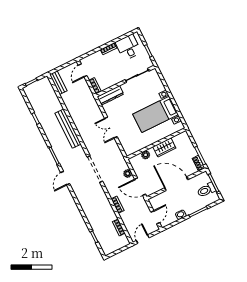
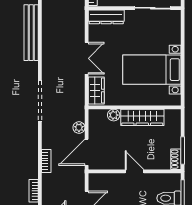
double door: (111, 128) -> (87, 58), swing flipped
wardrobe: (127, 145) -> (96, 90), added
wardrobe: (164, 147) -> (142, 117), width x1.50
door: (176, 184) -> (135, 171), width x0.53
door: (140, 187) -> (87, 152), hinge flipped

